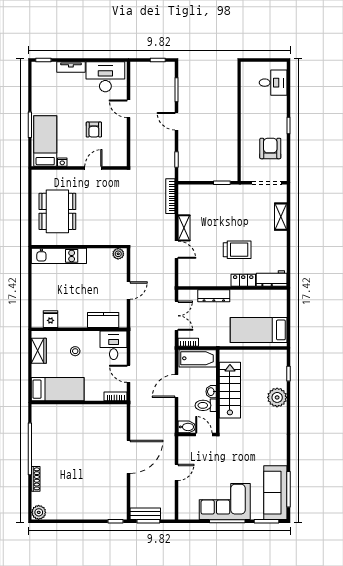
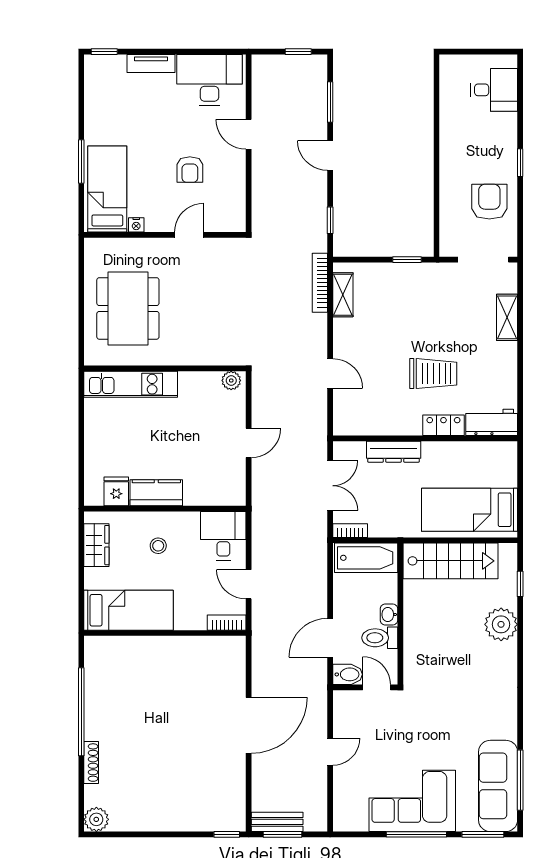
shelving: (184, 228) -> (343, 295), moved
kitchen counter: (103, 320) -> (156, 493), moved
door: (176, 386) -> (330, 638), moved
stairs: (230, 390) -> (450, 561), moved, turned 90

